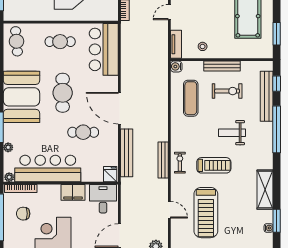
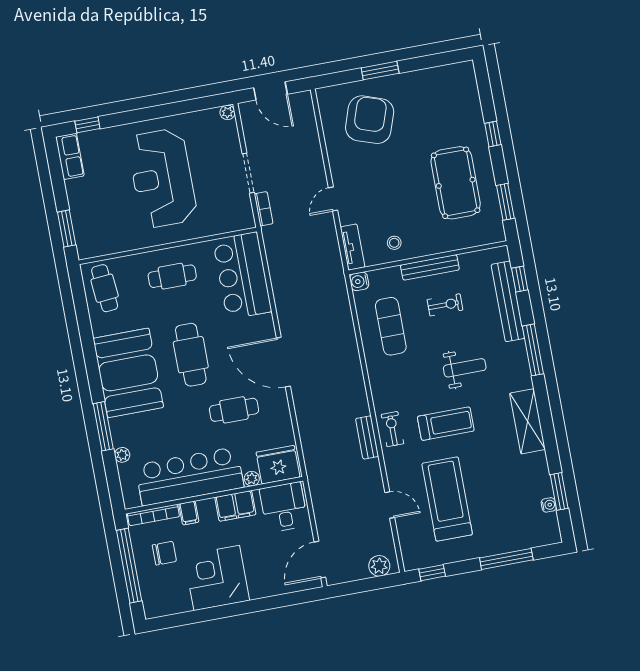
exercise bike: (227, 91) -> (445, 305), width x0.73, depth x0.72
window: (277, 129) -> (533, 350), width x0.68
weight bench: (232, 133) -> (465, 368), turned 180
bench: (127, 153) -> (307, 429), removed
bench: (163, 160) -> (367, 437), width x0.73
fridge: (110, 174) -> (278, 465), width x1.88, depth x1.34
plant: (9, 177) -> (252, 479), moved
shelving: (265, 190) -> (527, 421), moved
filing cabinet: (43, 191) -> (189, 513), added
treadmill: (206, 213) -> (447, 499), turned 180
chair: (23, 214) -> (164, 553), turned 180

